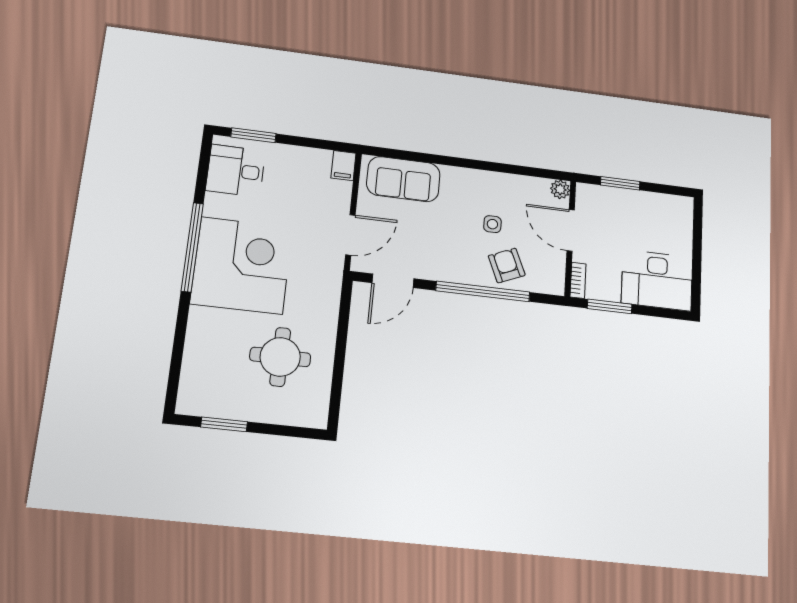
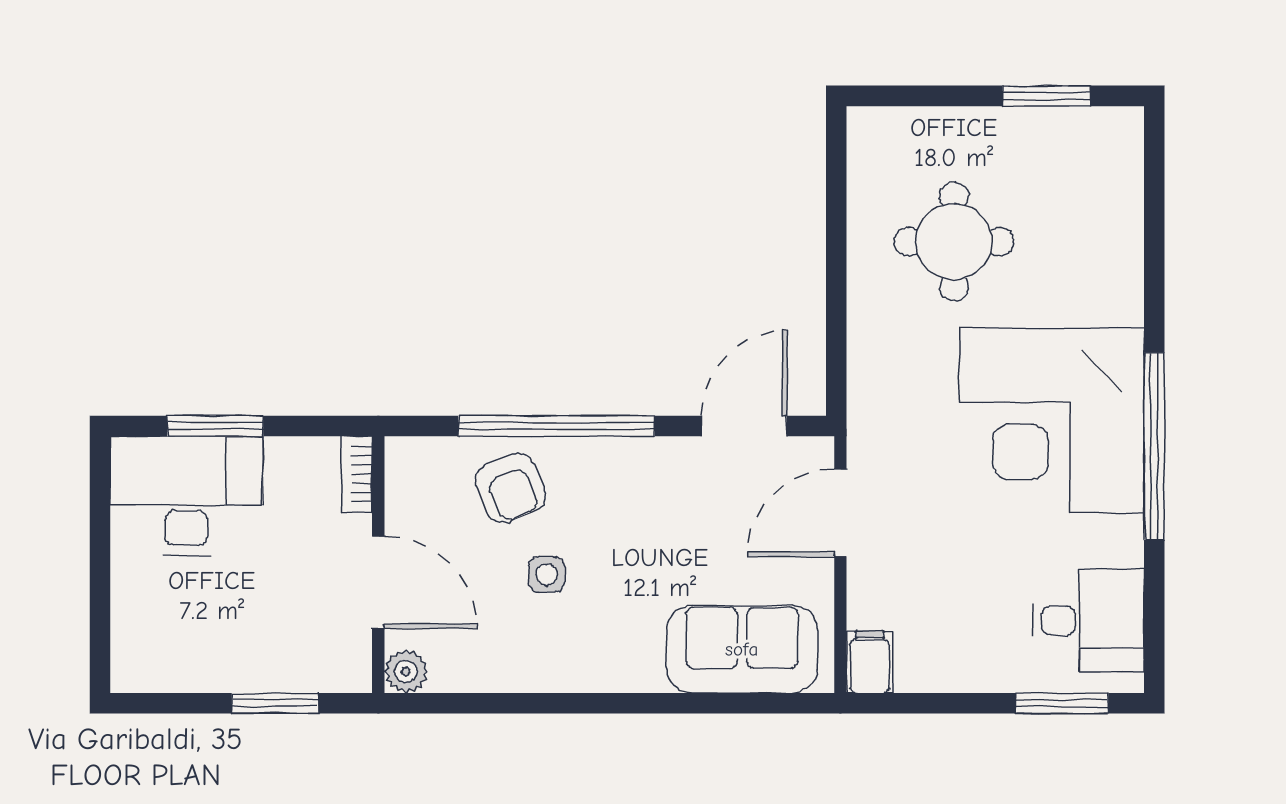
window: (610, 306) -> (215, 426), moved

